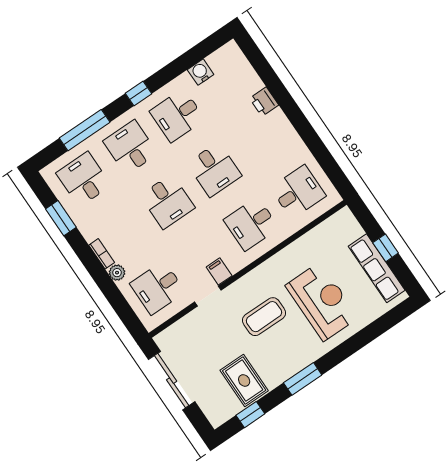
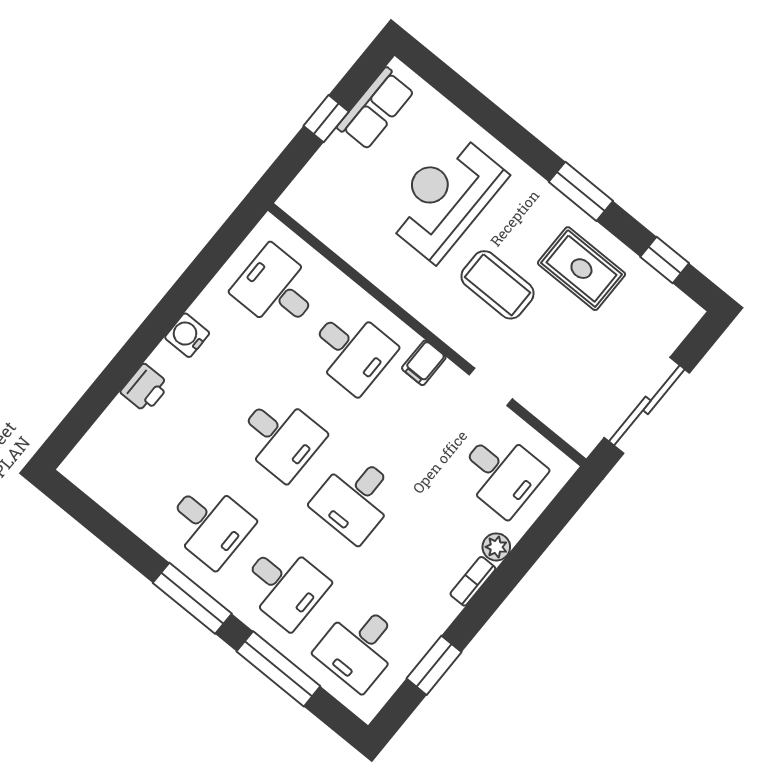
water cooler: (201, 72) -> (187, 335), moved, turned 90
window: (138, 93) -> (192, 598), width x2.17
desk: (130, 147) -> (284, 585), turned -90
desk: (214, 170) -> (280, 437), turned 90
desk: (167, 202) -> (355, 499), turned 180
row of seats: (377, 268) -> (376, 109), width x0.68
filing cabinet: (219, 271) -> (424, 363), moved
rug: (244, 380) -> (581, 269), moved, turned 90

